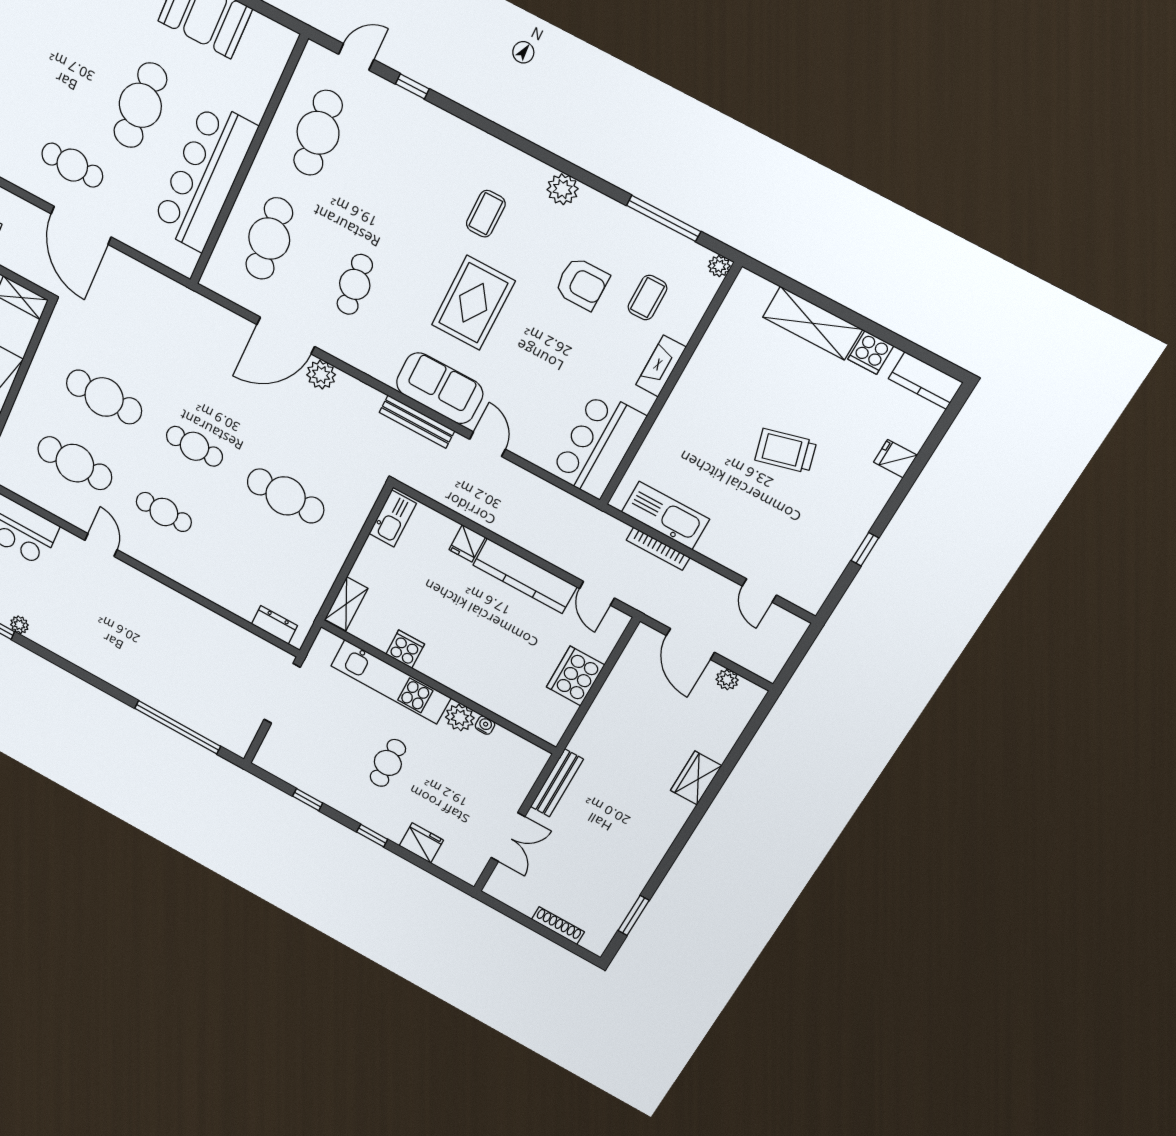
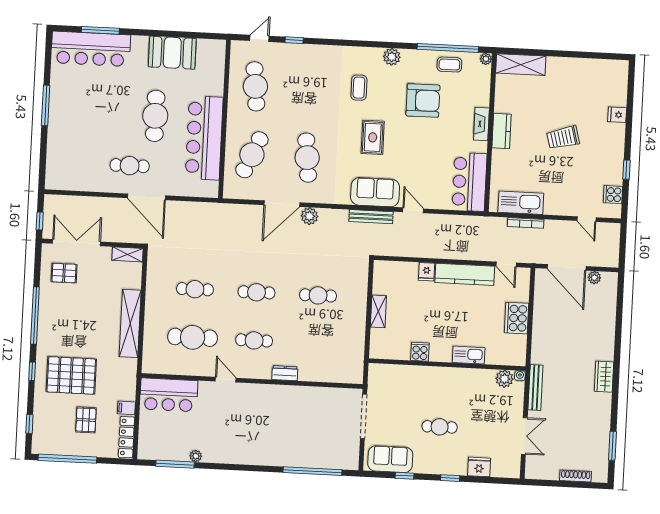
window: (664, 218) -> (448, 48), width x1.46
cafe table: (269, 239) -> (252, 155), turned 30
cafe table: (355, 284) -> (307, 158), width x1.37, depth x1.35
armchair: (582, 284) -> (423, 101), width x1.36, depth x1.36
coffee table: (647, 298) -> (449, 65), moved, turned 90
rug: (473, 303) -> (373, 137), width x0.73, depth x0.70
shelving: (812, 323) -> (521, 65), moved
cooker: (871, 353) -> (613, 195), moved, turned 90
kitchen counter: (926, 380) -> (501, 131), moved, turned -90
cafe table: (104, 397) -> (195, 289), width x0.73, depth x0.74
cafe table: (286, 496) -> (318, 295), width x0.73, depth x0.74
kitchen sink: (393, 519) -> (469, 355), moved, turned -90
shelving: (346, 604) -> (378, 311), moved
dresser: (274, 625) -> (285, 373), moved
door: (690, 644) -> (567, 267), width x1.36
kitchen unit: (391, 682) -> (420, 376), removed
plant: (460, 718) -> (504, 379), moved
water cooler: (485, 725) -> (520, 376), moved
cafe table: (388, 763) -> (440, 427), turned 90
sofa: (296, 768) -> (390, 459), added
wardrobe: (696, 778) -> (604, 377), moved

